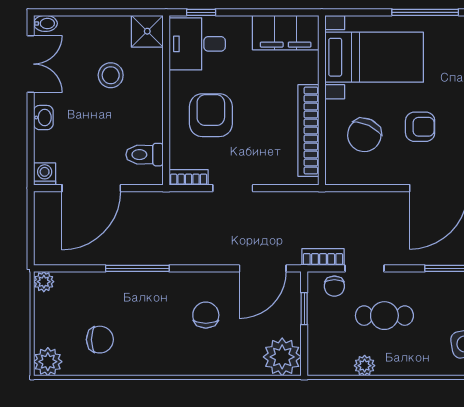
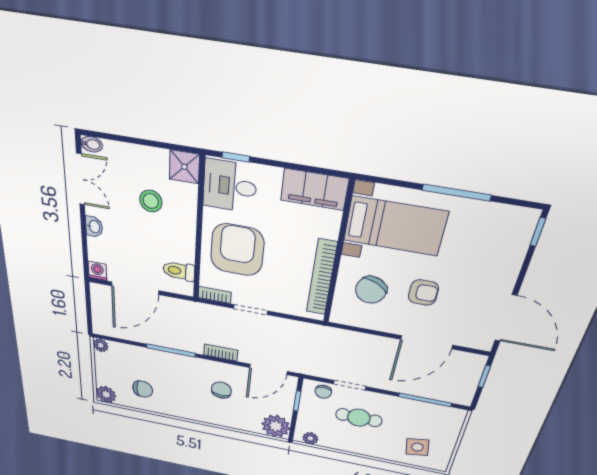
armchair: (211, 115) -> (237, 250), width x1.36, depth x1.36
bookcase: (323, 257) -> (221, 353), moved
plant: (365, 366) -> (310, 438), moved

